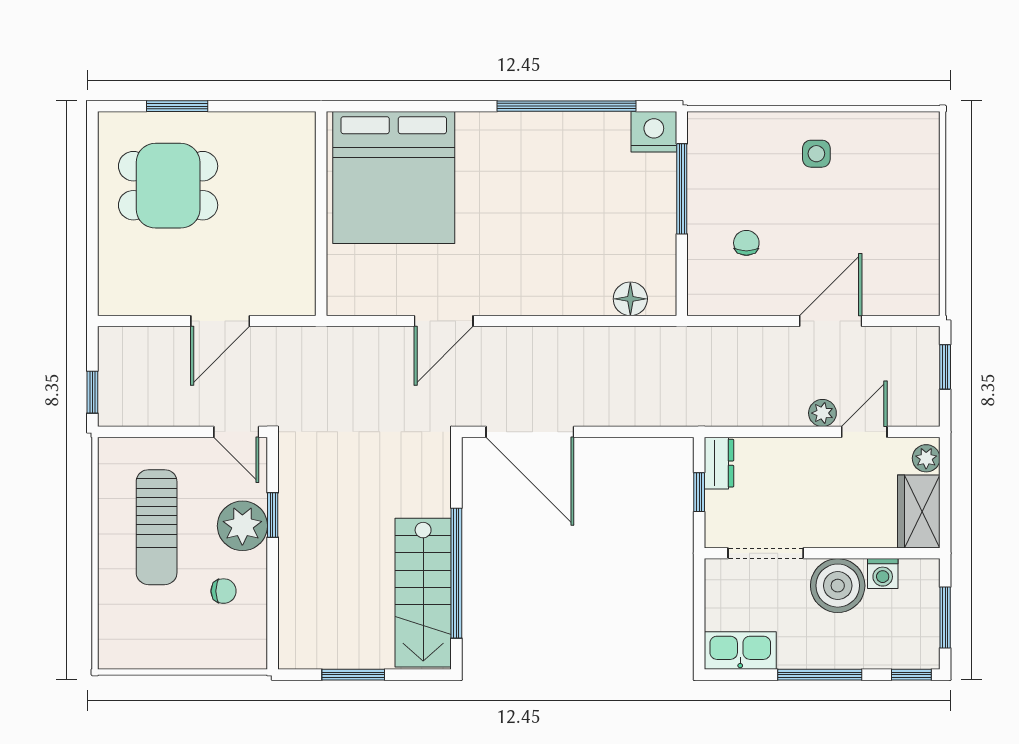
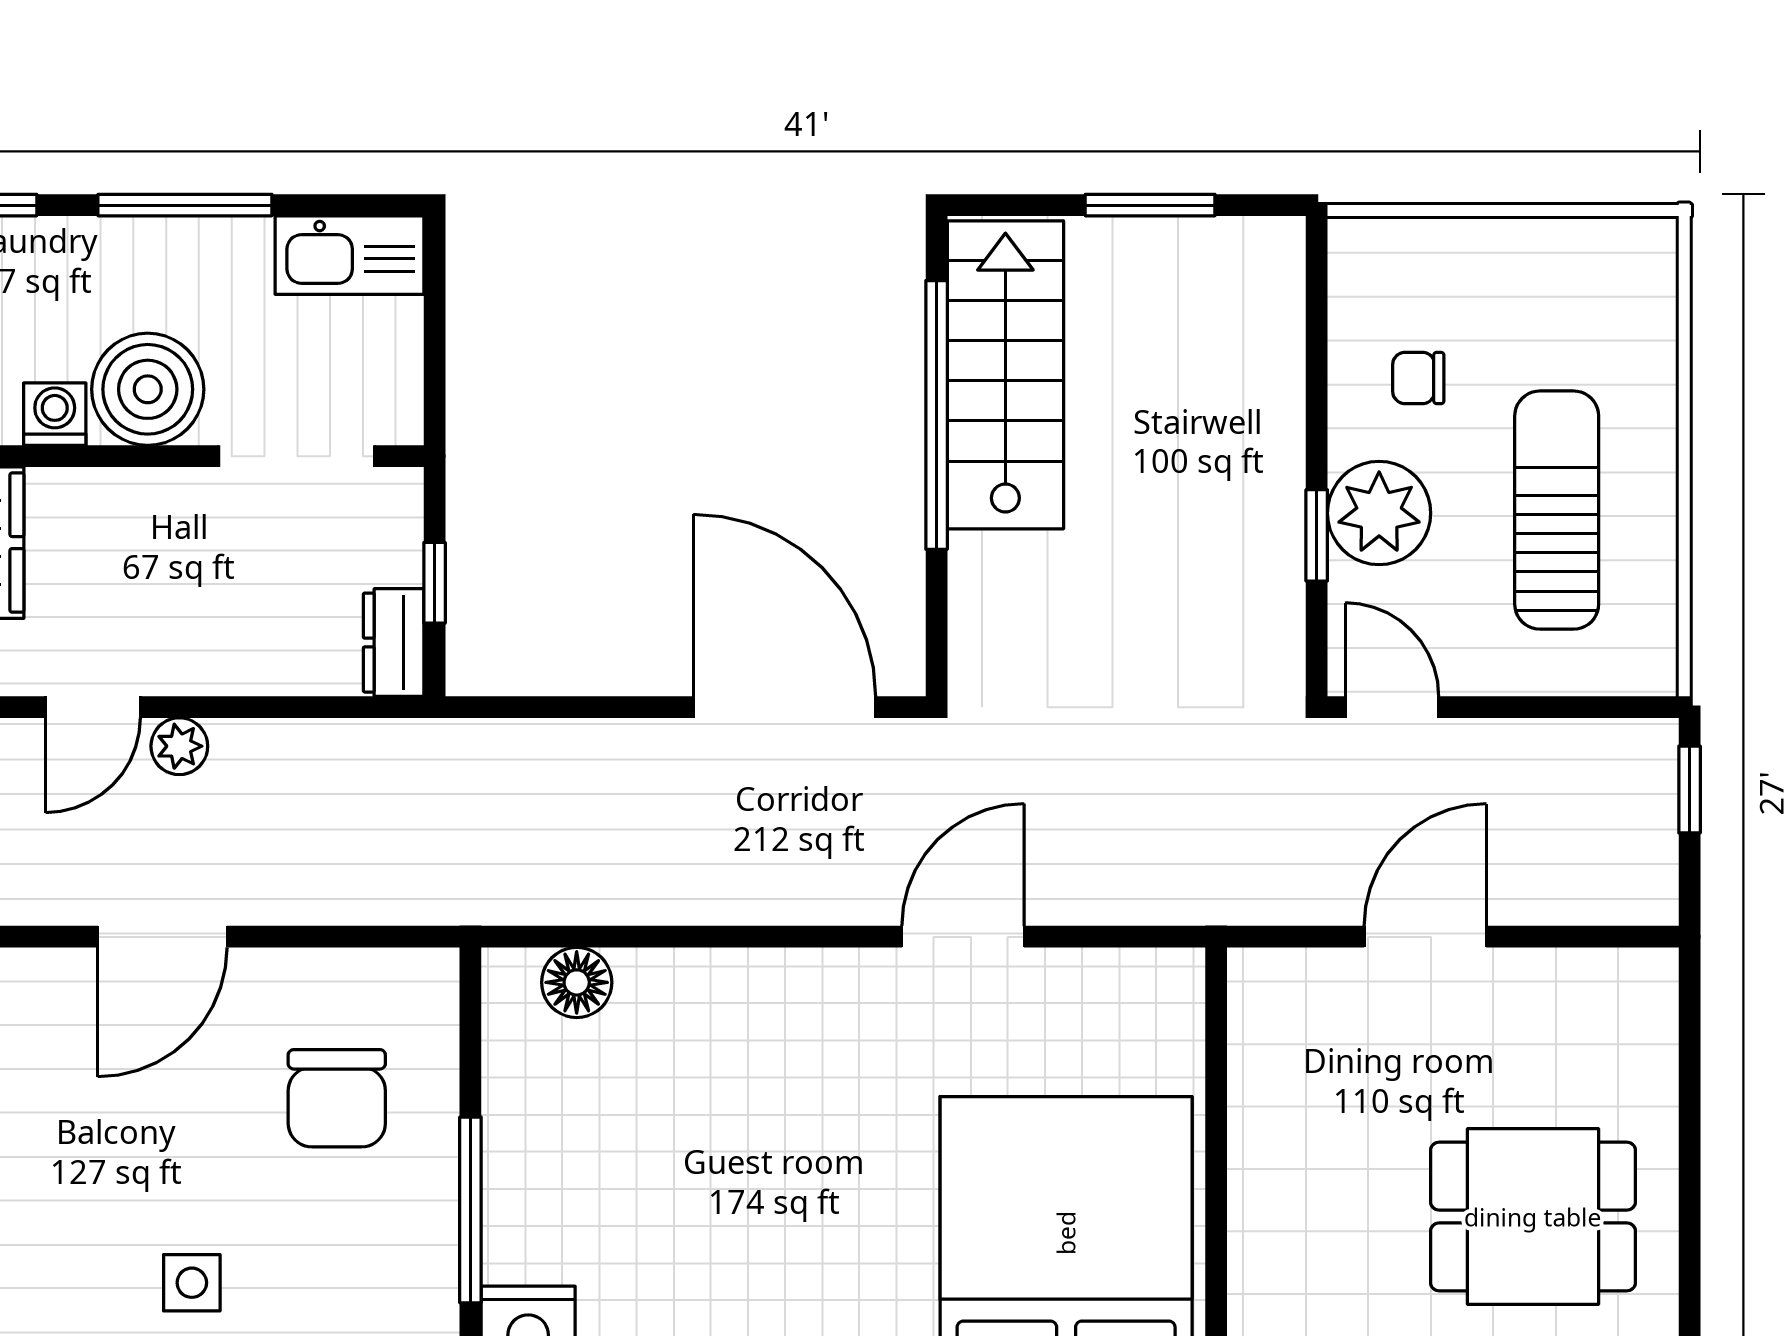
chair: (746, 243) -> (337, 1098), width x1.87, depth x1.87

